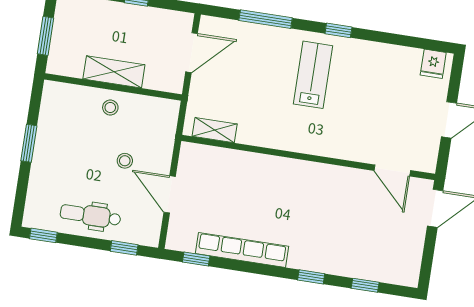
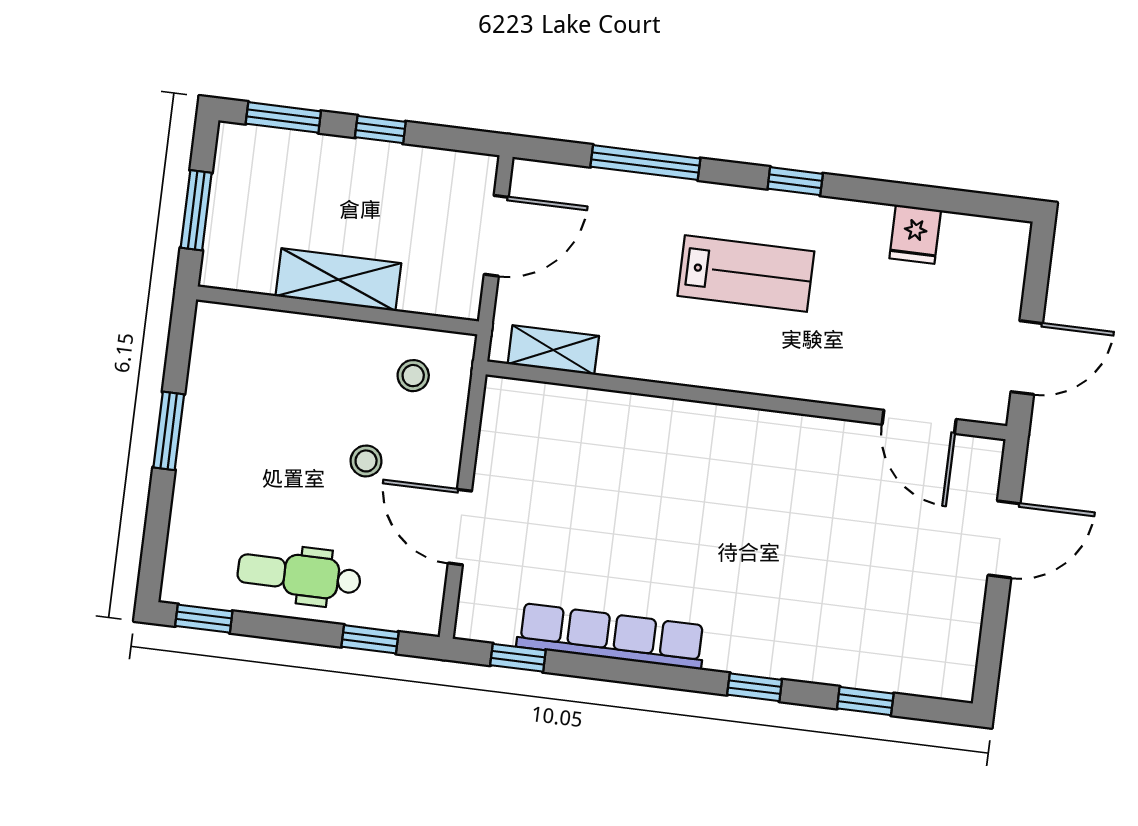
fridge: (433, 64) -> (915, 234), moved
lab bench: (313, 75) -> (746, 274), turned 90
stool: (110, 108) -> (413, 376), moved
shelving: (215, 130) -> (553, 350), moved
wall: (308, 157) -> (746, 400), moved
door: (392, 170) -> (919, 422), moved

